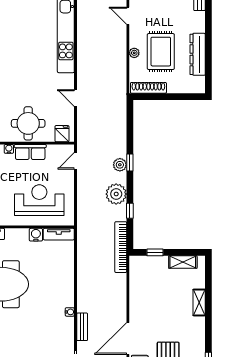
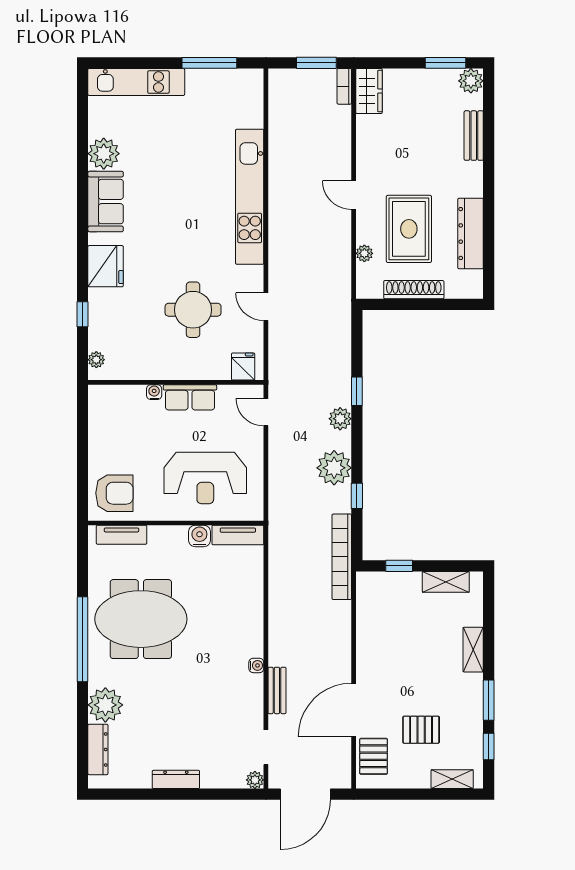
door: (128, 16) -> (354, 195), moved
plant: (134, 53) -> (364, 253), moved
shoe rack: (148, 88) -> (414, 290), moved
round table: (28, 123) -> (193, 310), moved
door: (75, 161) -> (266, 412), hinge flipped
window: (130, 162) -> (357, 391), moved
reception desk: (39, 200) -> (205, 478), turned 180
window: (208, 333) -> (489, 700), added

